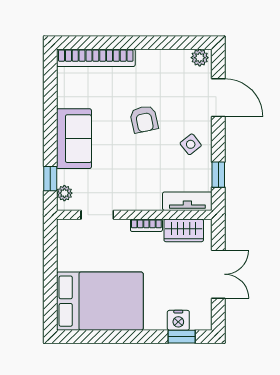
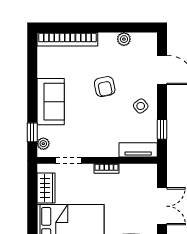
plant: (200, 58) -> (124, 39), moved
wardrobe: (184, 230) -> (46, 188), moved, turned -90

